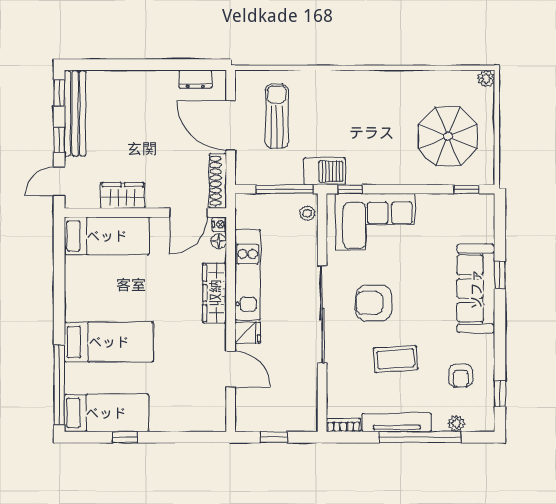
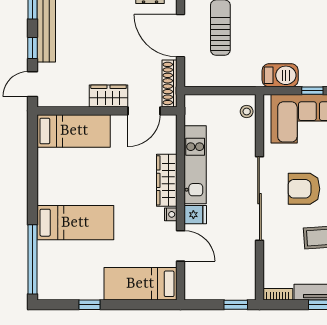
barbecue: (325, 171) -> (280, 75), moved
window: (285, 189) -> (227, 91), removed
window: (350, 189) -> (312, 91), moved
wardrobe: (123, 195) -> (109, 96), moved
nightstand: (219, 224) -> (171, 214), moved
floor lamp: (219, 241) -> (170, 135), removed
bed: (106, 413) -> (140, 284), moved, turned 180
window: (274, 437) -> (236, 305), moved

